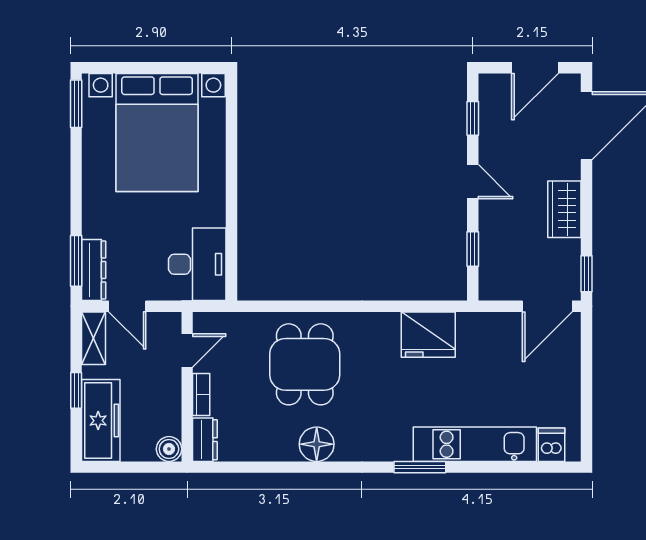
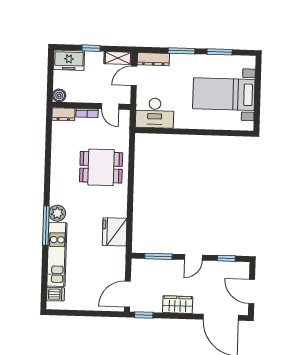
window: (76, 104) -> (220, 52), moved
bed with nightstands: (157, 132) -> (224, 94), width x0.73
window: (473, 249) -> (158, 256), width x1.50
window: (76, 261) -> (181, 51), moved
door: (547, 306) -> (127, 294), hinge flipped
freezer: (101, 421) -> (69, 60), width x0.71
floor lamp: (317, 444) -> (59, 172), removed
plant: (395, 446) -> (57, 213), added
window: (420, 467) -> (46, 226), width x1.44

